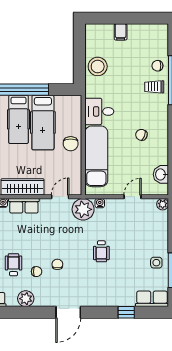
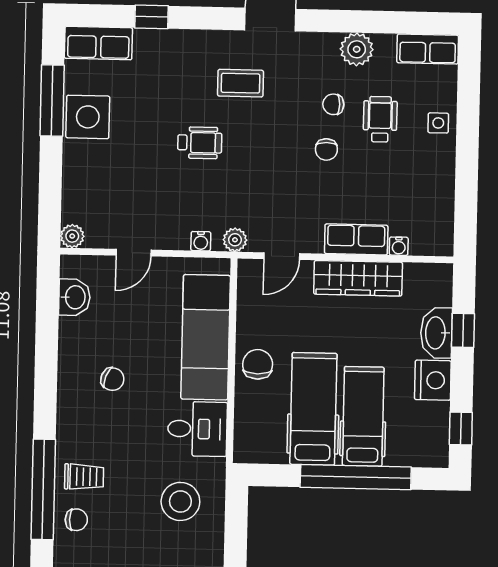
stool: (98, 66) -> (180, 501), moved
plant: (83, 209) -> (235, 240), width x0.53, depth x0.53
wheelchair: (101, 251) -> (200, 143), turned 90
side table: (156, 263) -> (88, 117), width x1.87, depth x1.87
chair: (57, 264) -> (326, 149), moved
wheelchair: (13, 265) -> (380, 119), turned 180
coffee table: (82, 281) -> (240, 83), added

